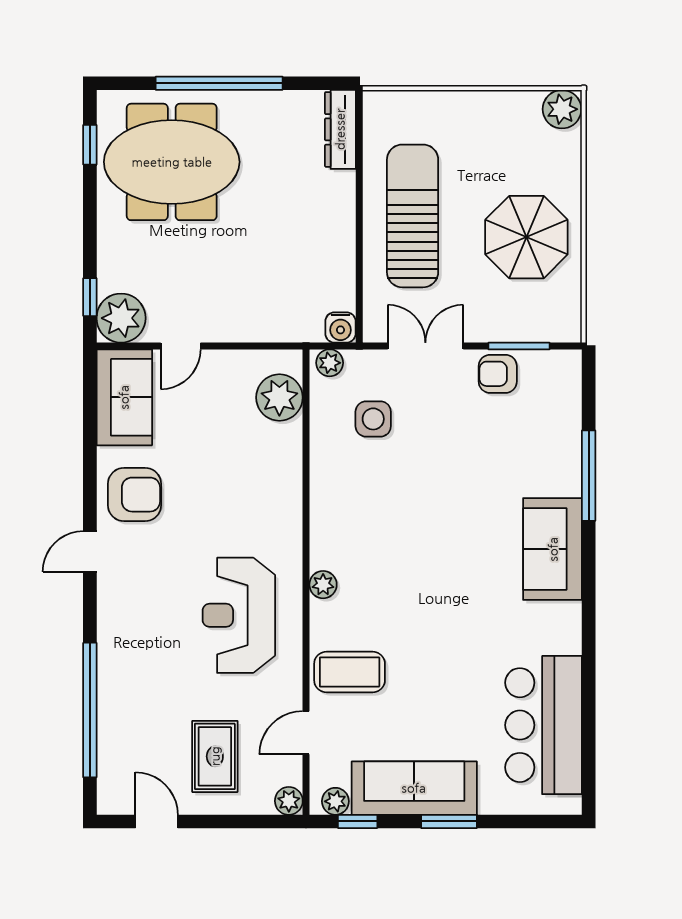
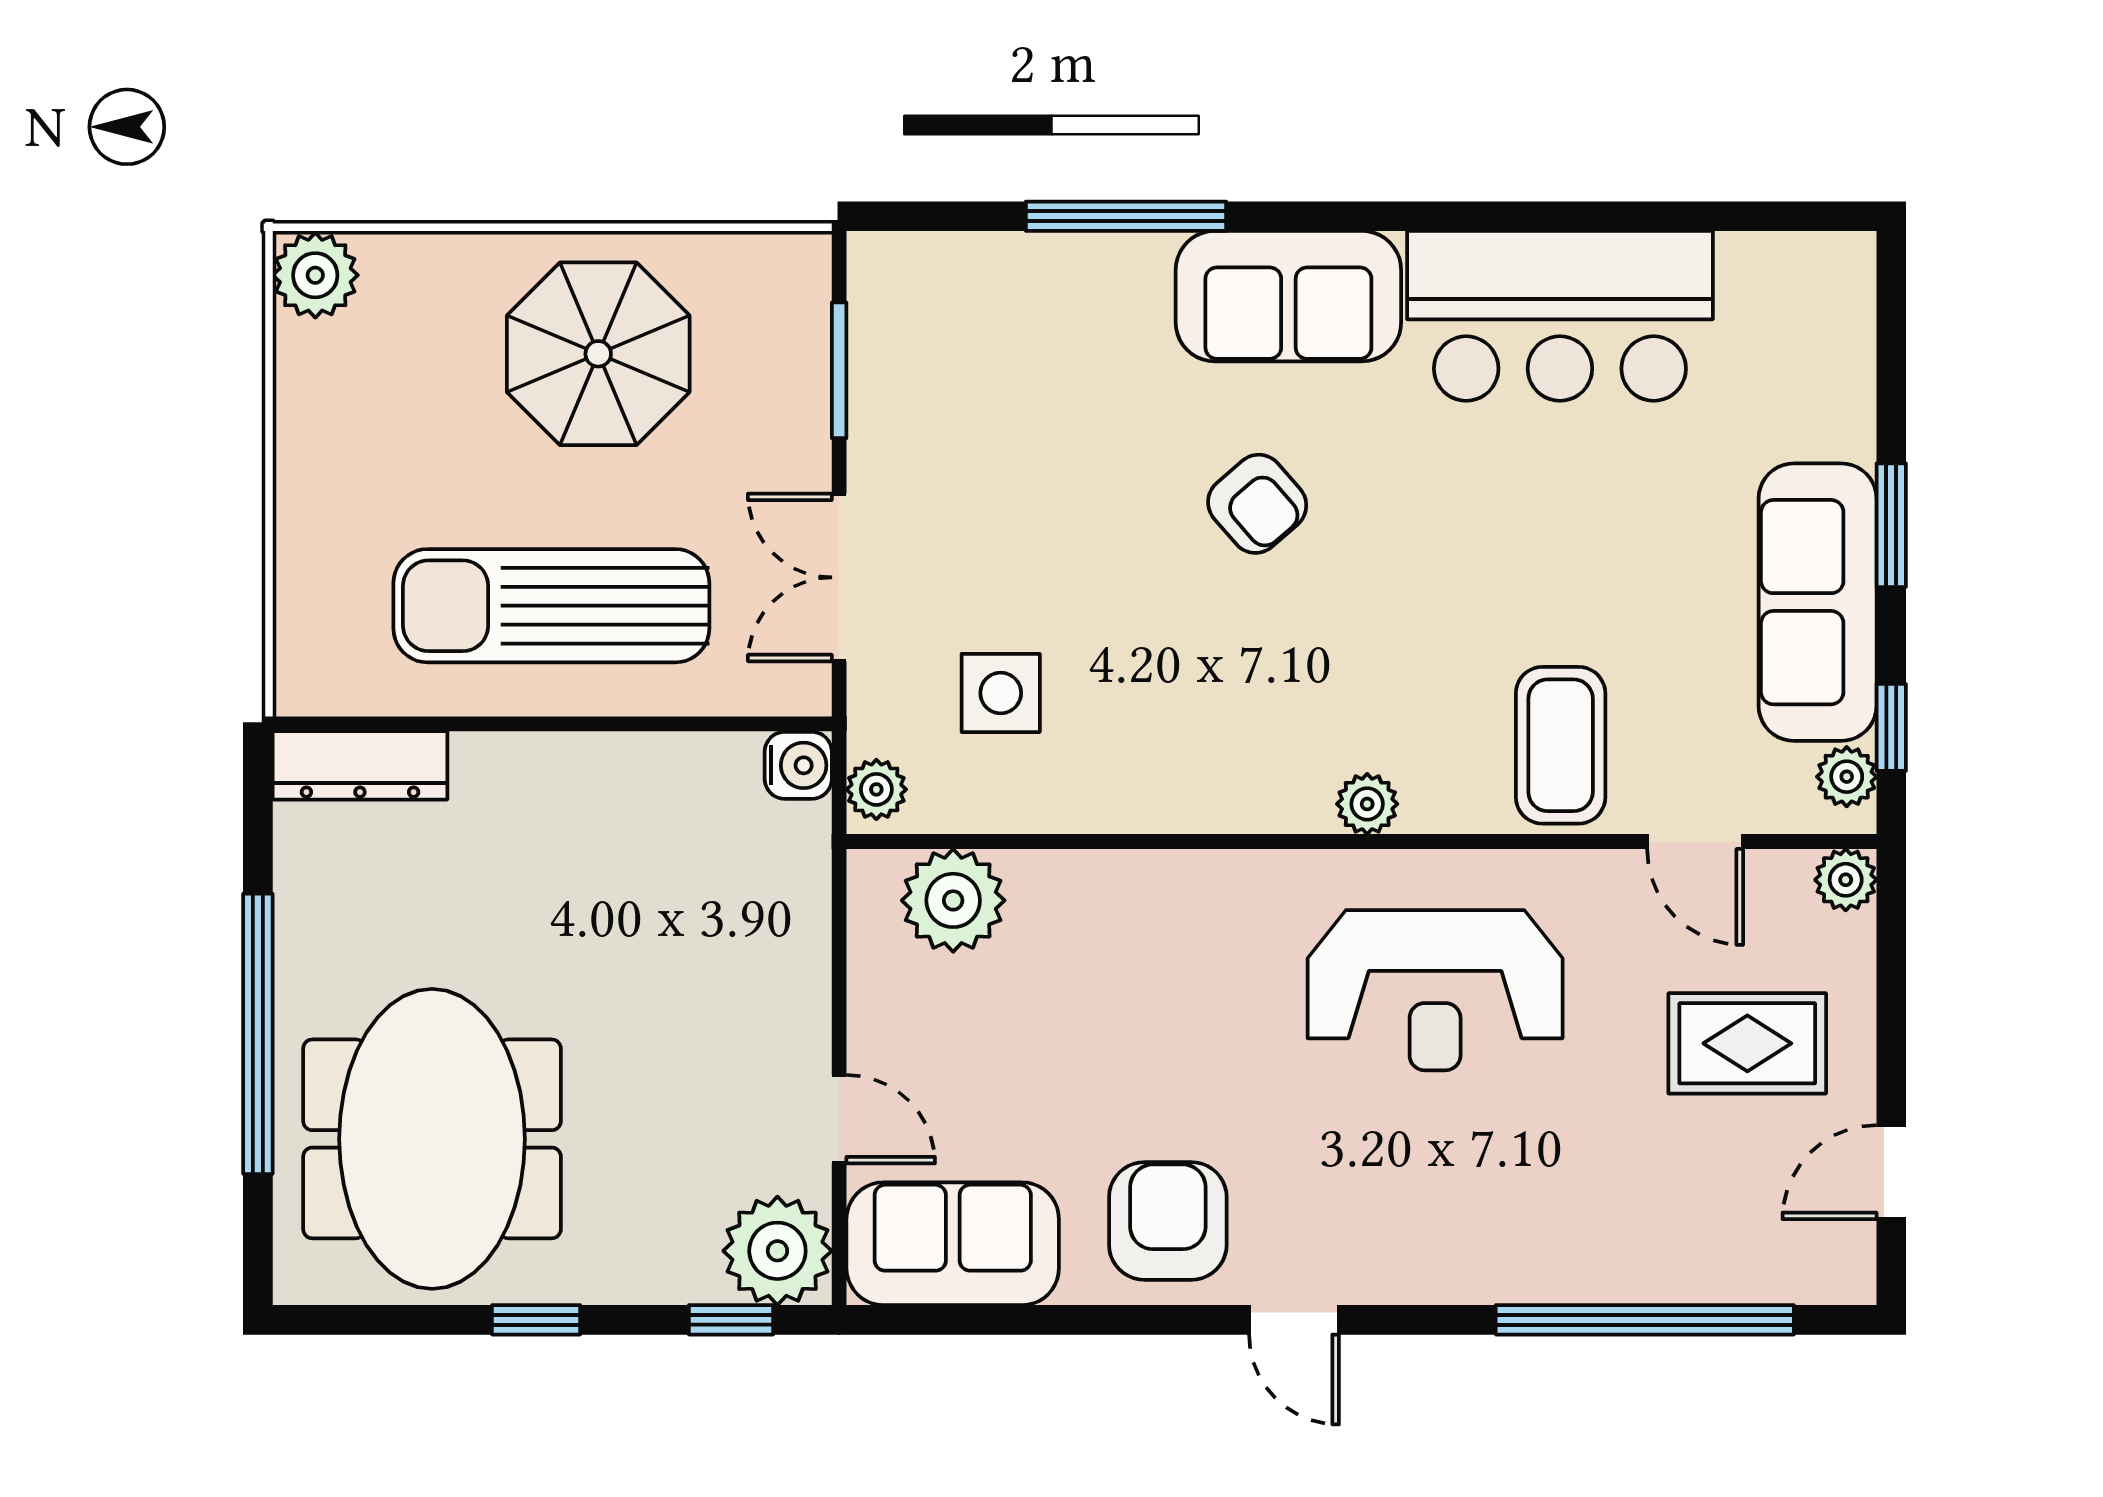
window: (90, 145) -> (536, 1320), moved
armchair: (498, 374) -> (1257, 504), moved, turned -41
bar counter: (544, 725) -> (1560, 316), moved

